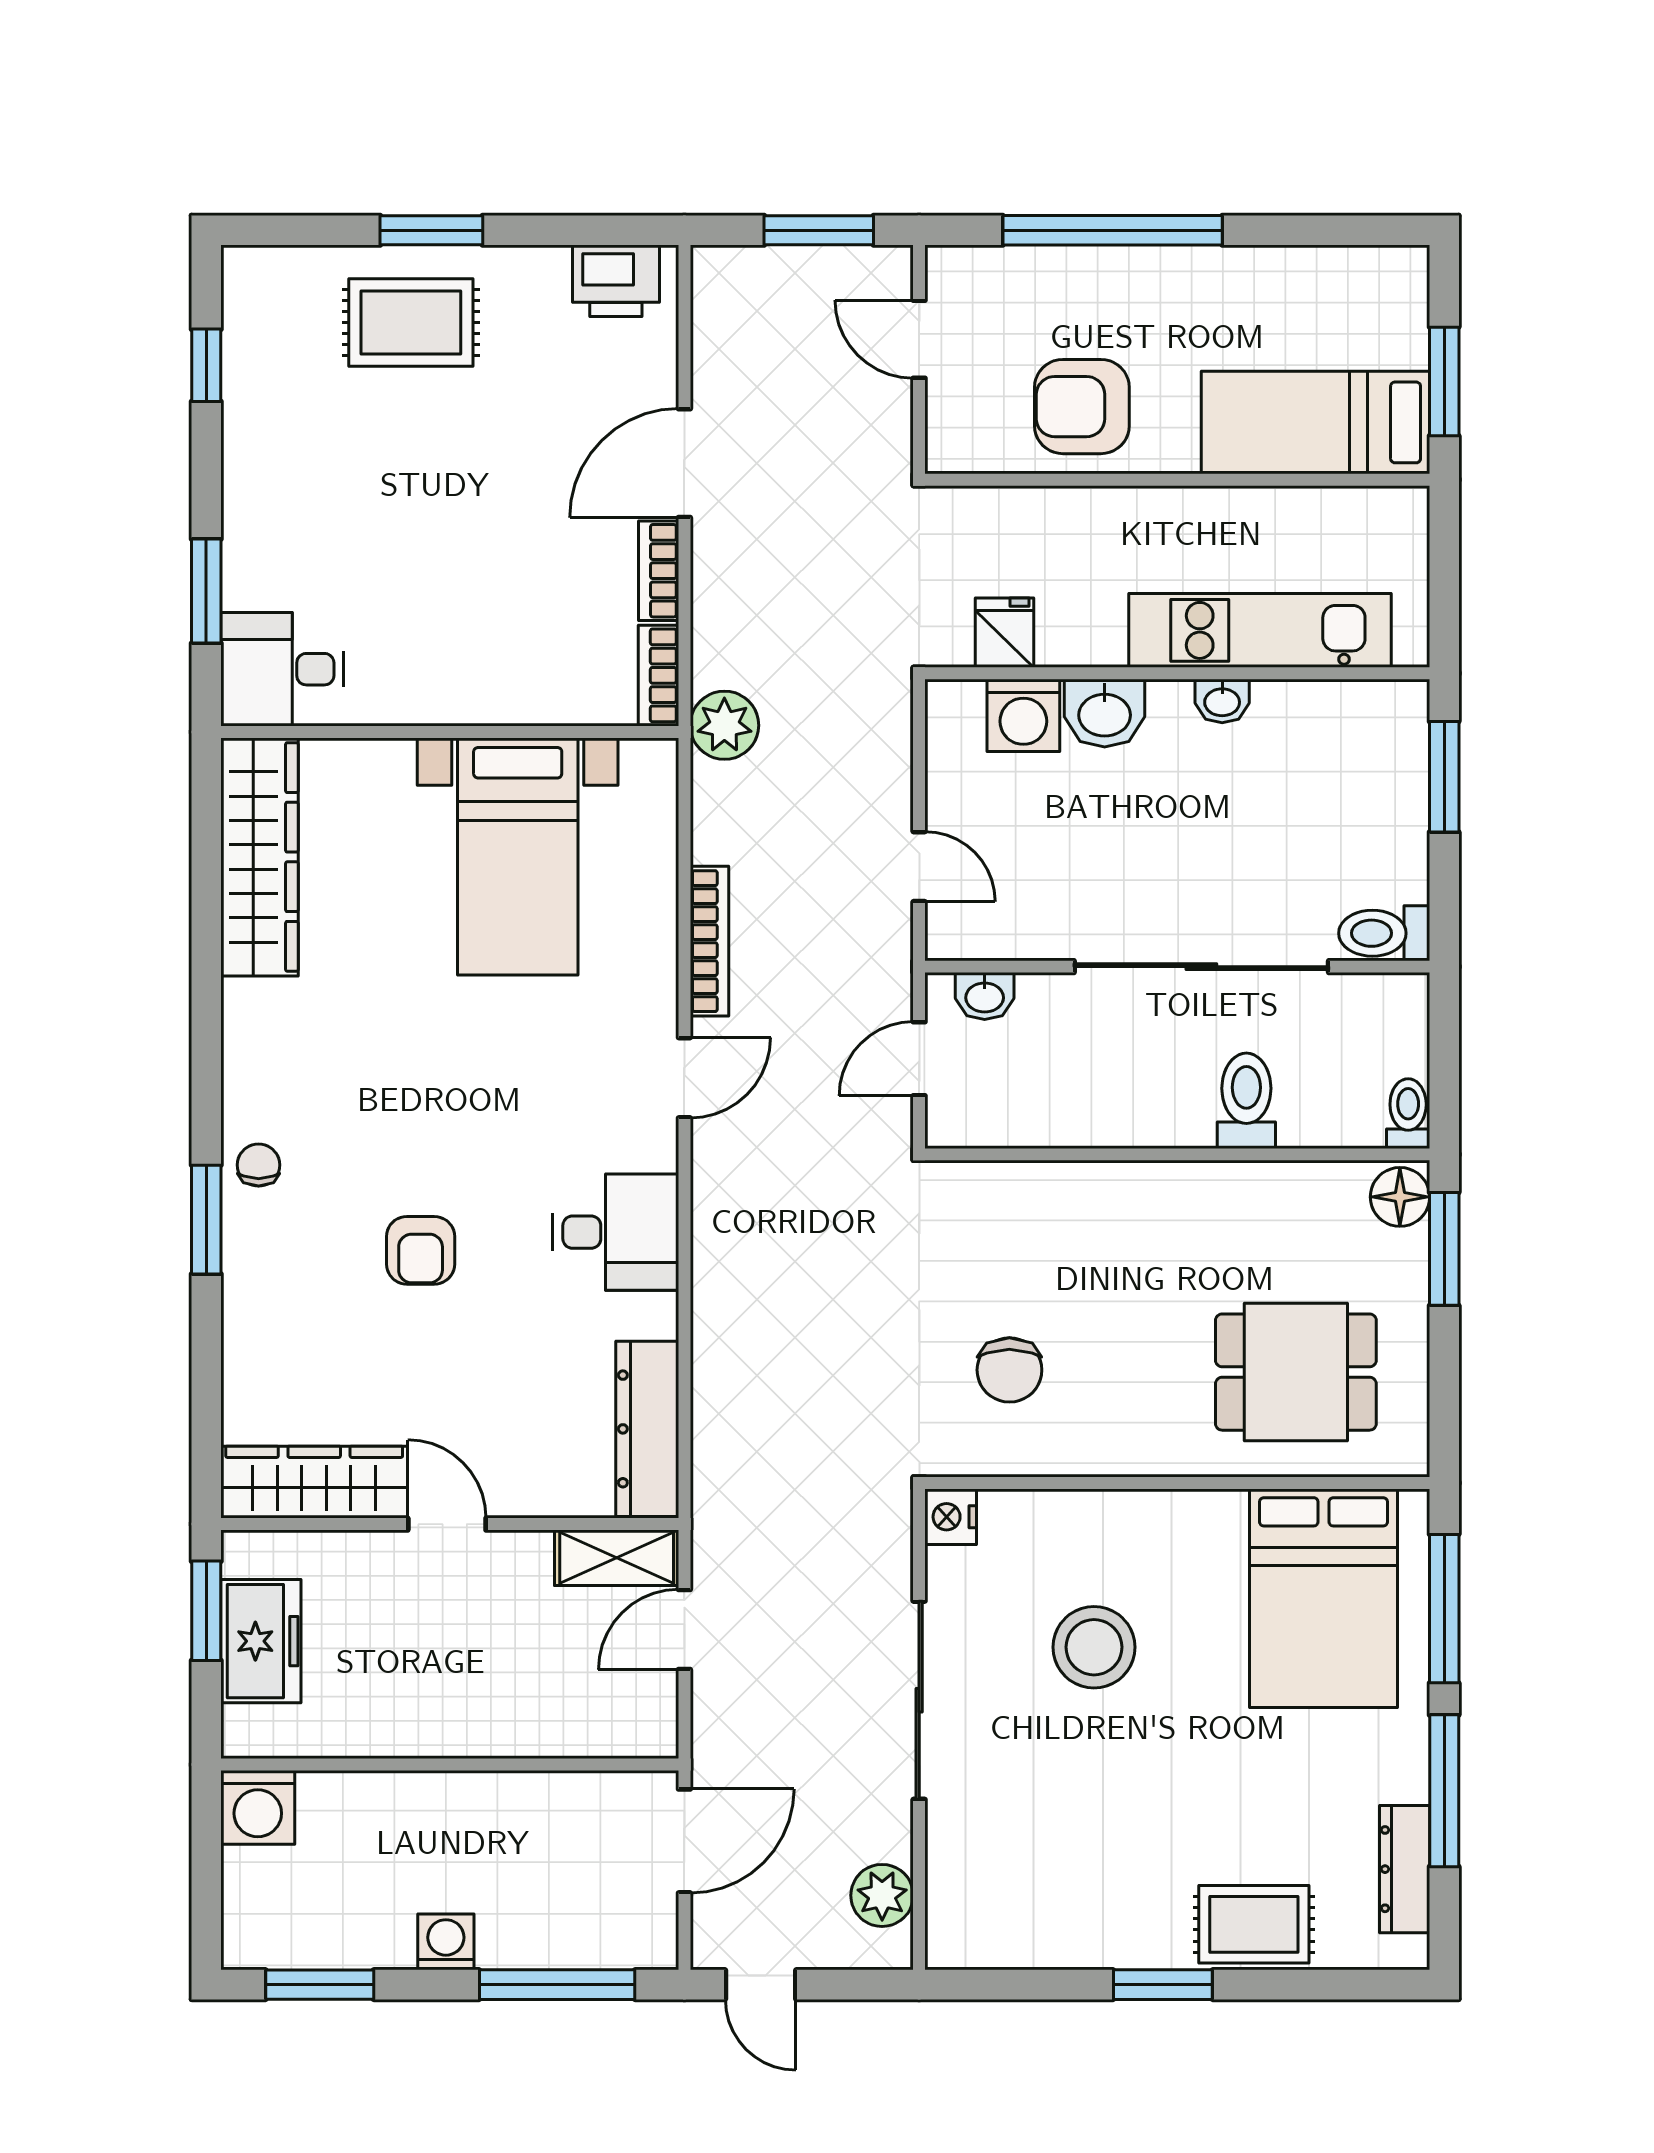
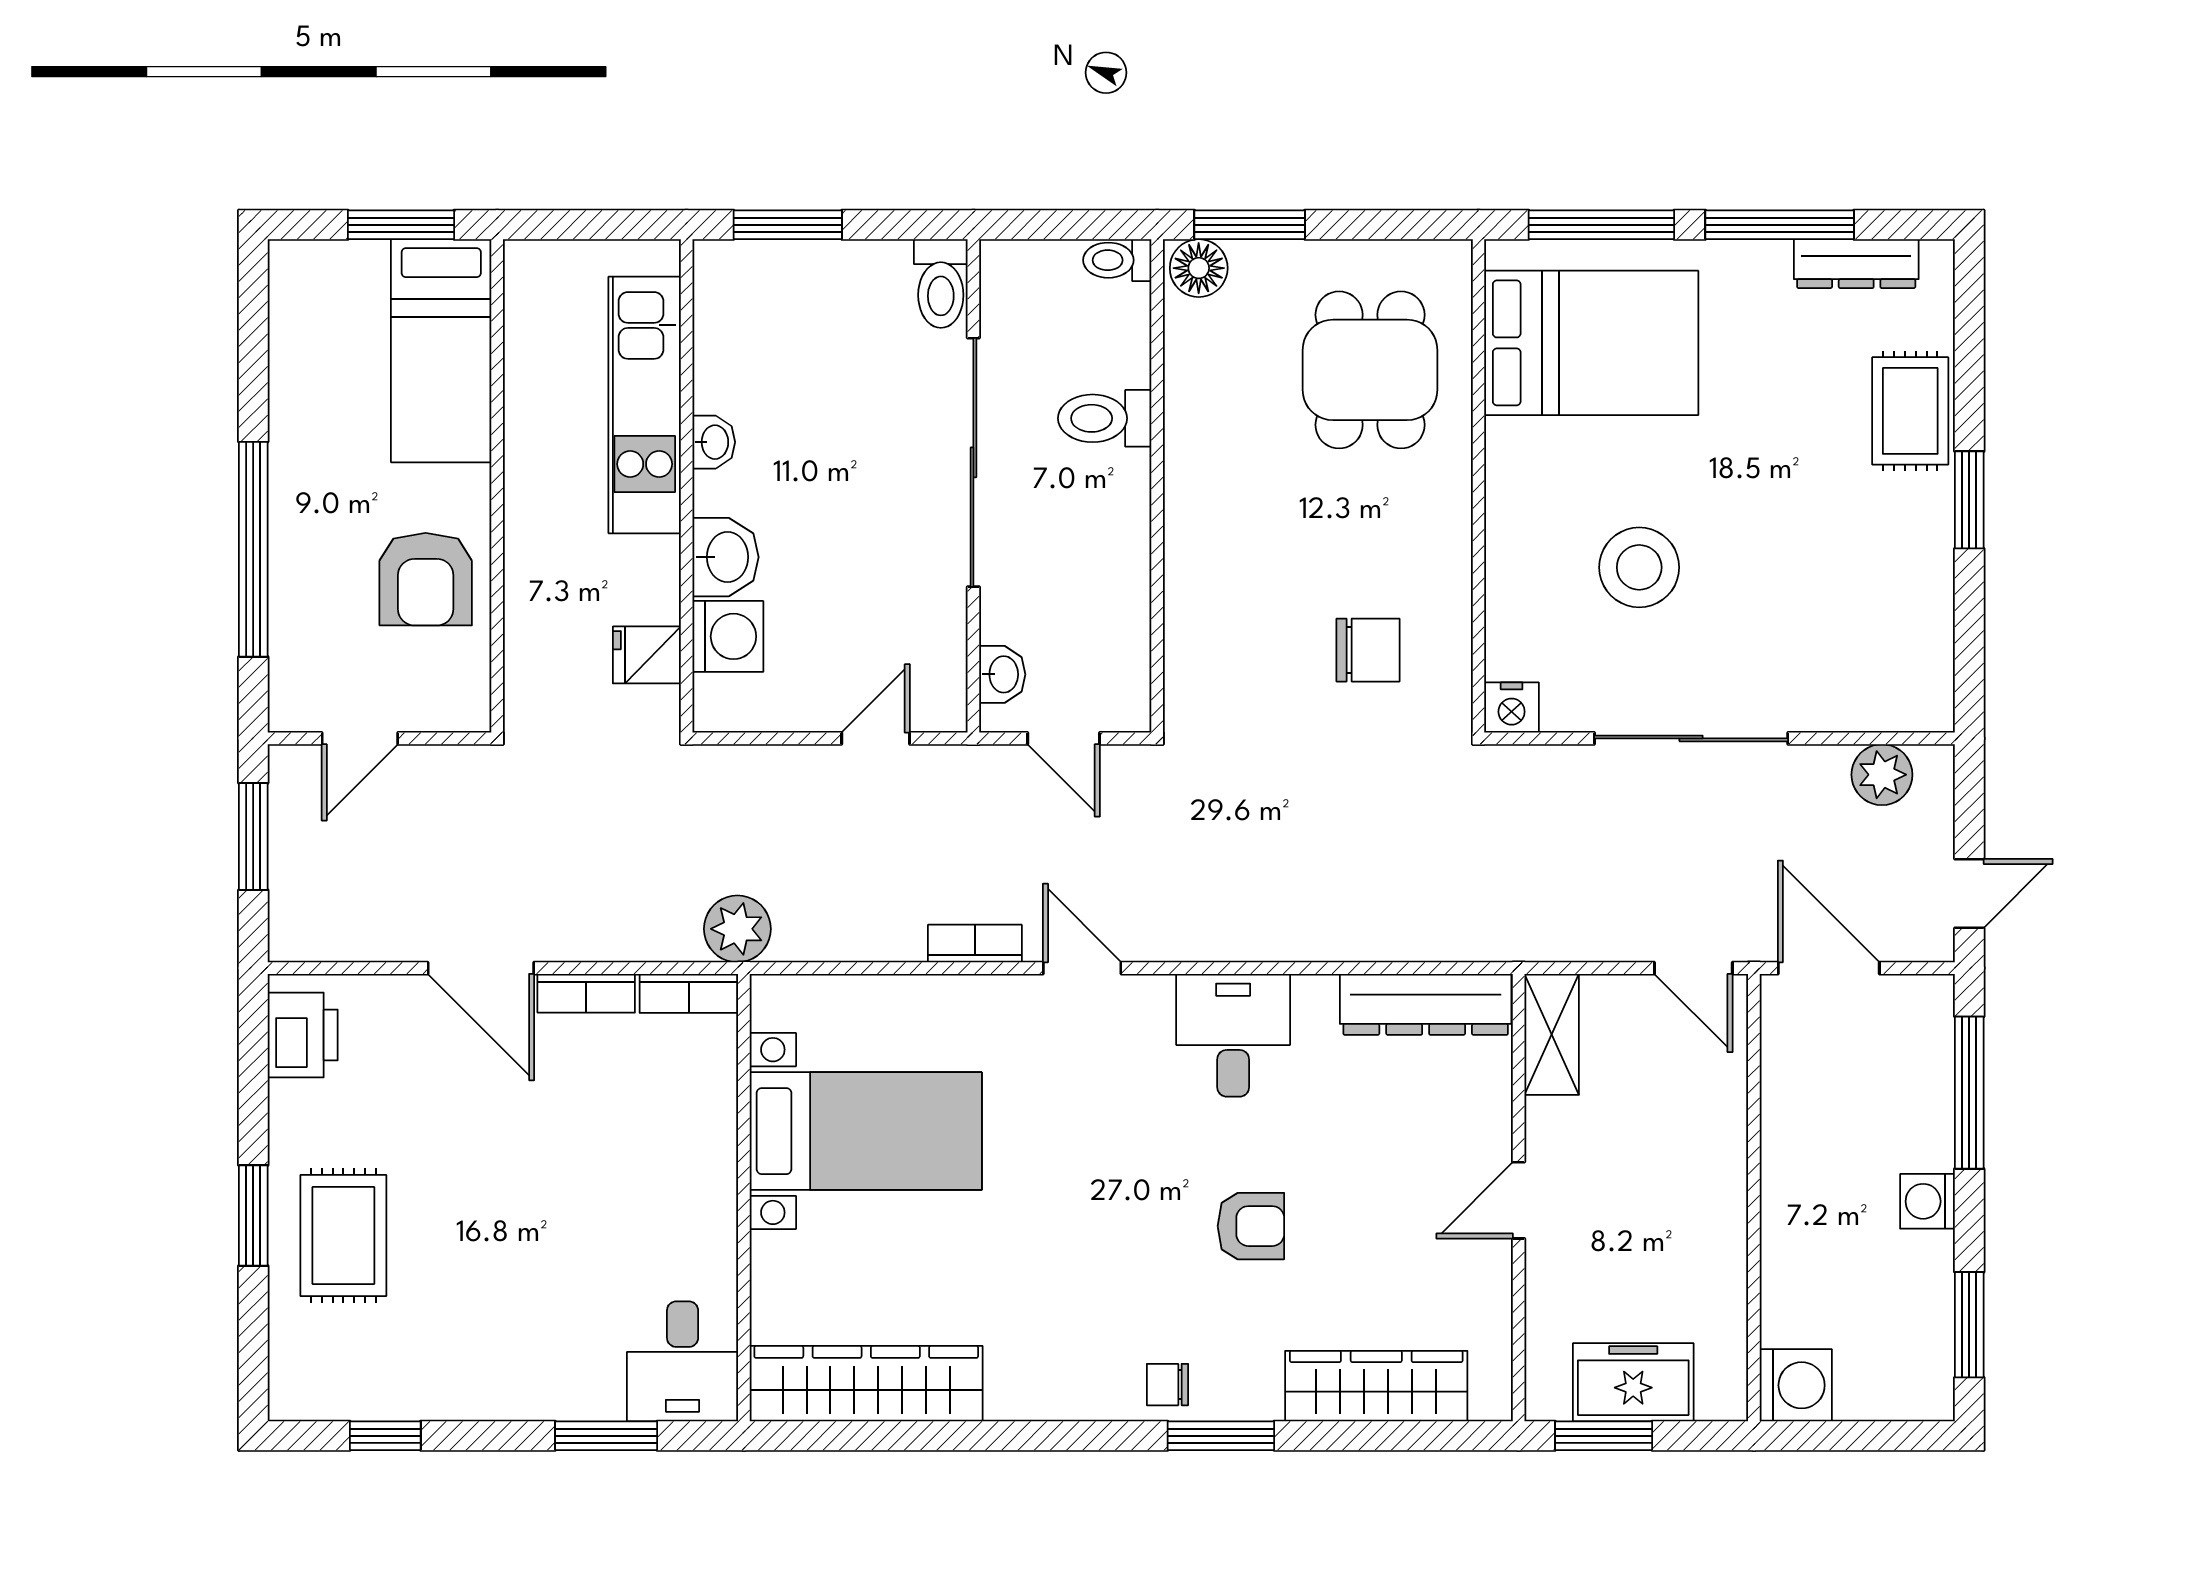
bookcase: (709, 941) -> (975, 944), width x0.64
wardrobe: (314, 1482) -> (1376, 1386), moved, turned 90
door: (684, 1630) -> (1693, 968), moved

